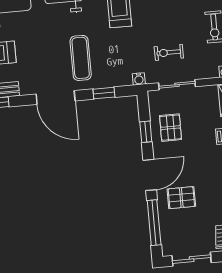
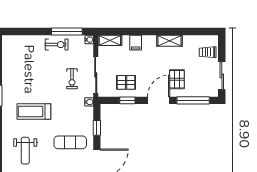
sliding door: (177, 85) -> (96, 75), width x1.37
door: (150, 175) -> (159, 100), hinge flipped

